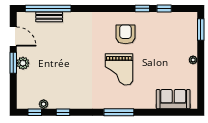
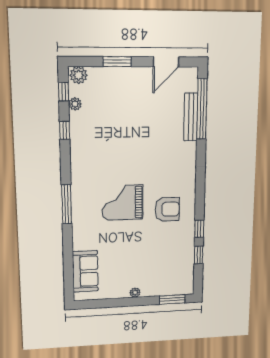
bench: (49, 17) -> (191, 117), width x1.36
window: (13, 63) -> (117, 62), moved
plant: (23, 63) -> (79, 75), moved

